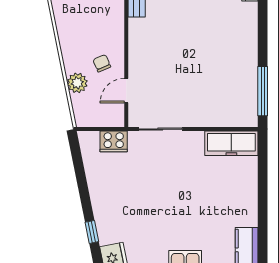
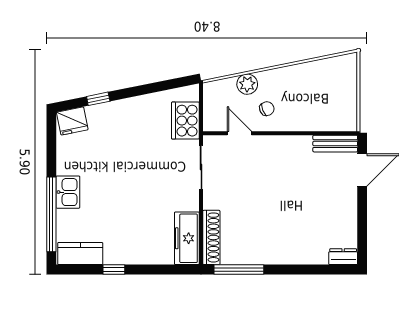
shoe rack: (231, 119) -> (211, 237), added
cooker: (114, 141) -> (185, 121), width x1.37, depth x1.31
window: (263, 216) -> (114, 270), added

